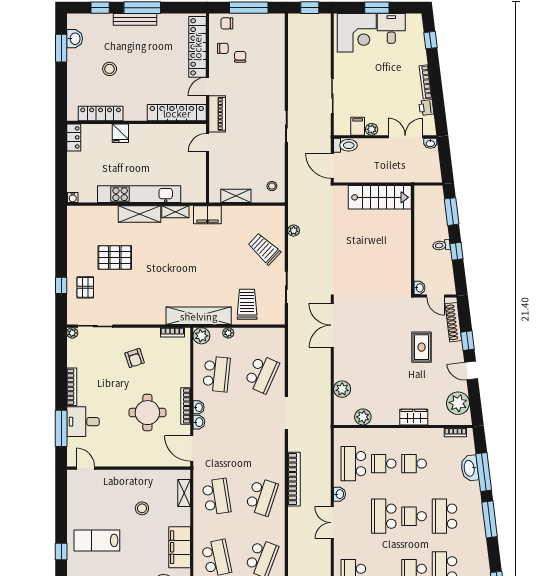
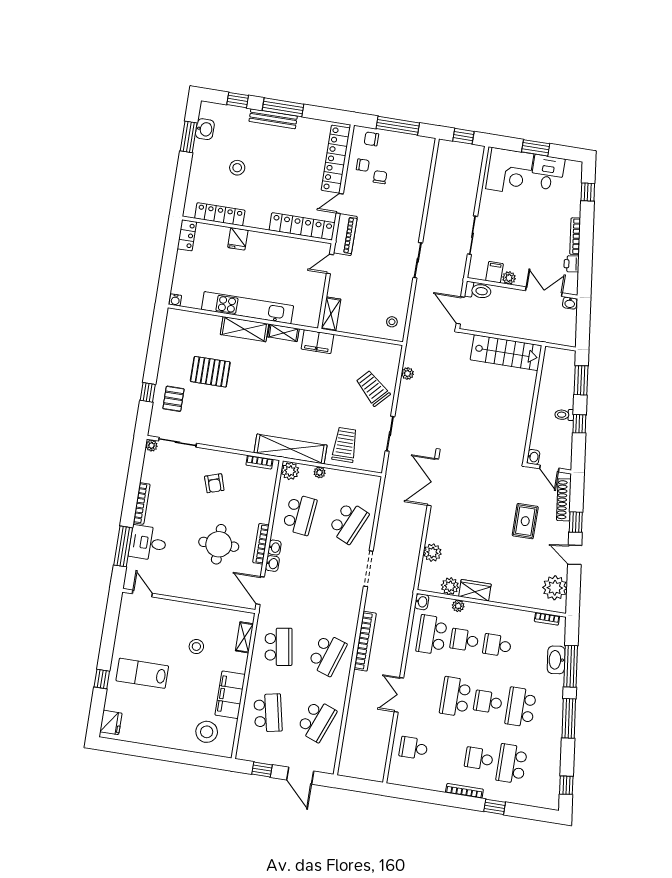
shelving: (236, 196) -> (331, 314), moved, turned 90
wardrobe: (414, 417) -> (475, 590), moved
plant: (373, 434) -> (458, 606), added
washbasin: (340, 494) -> (422, 602), moved

